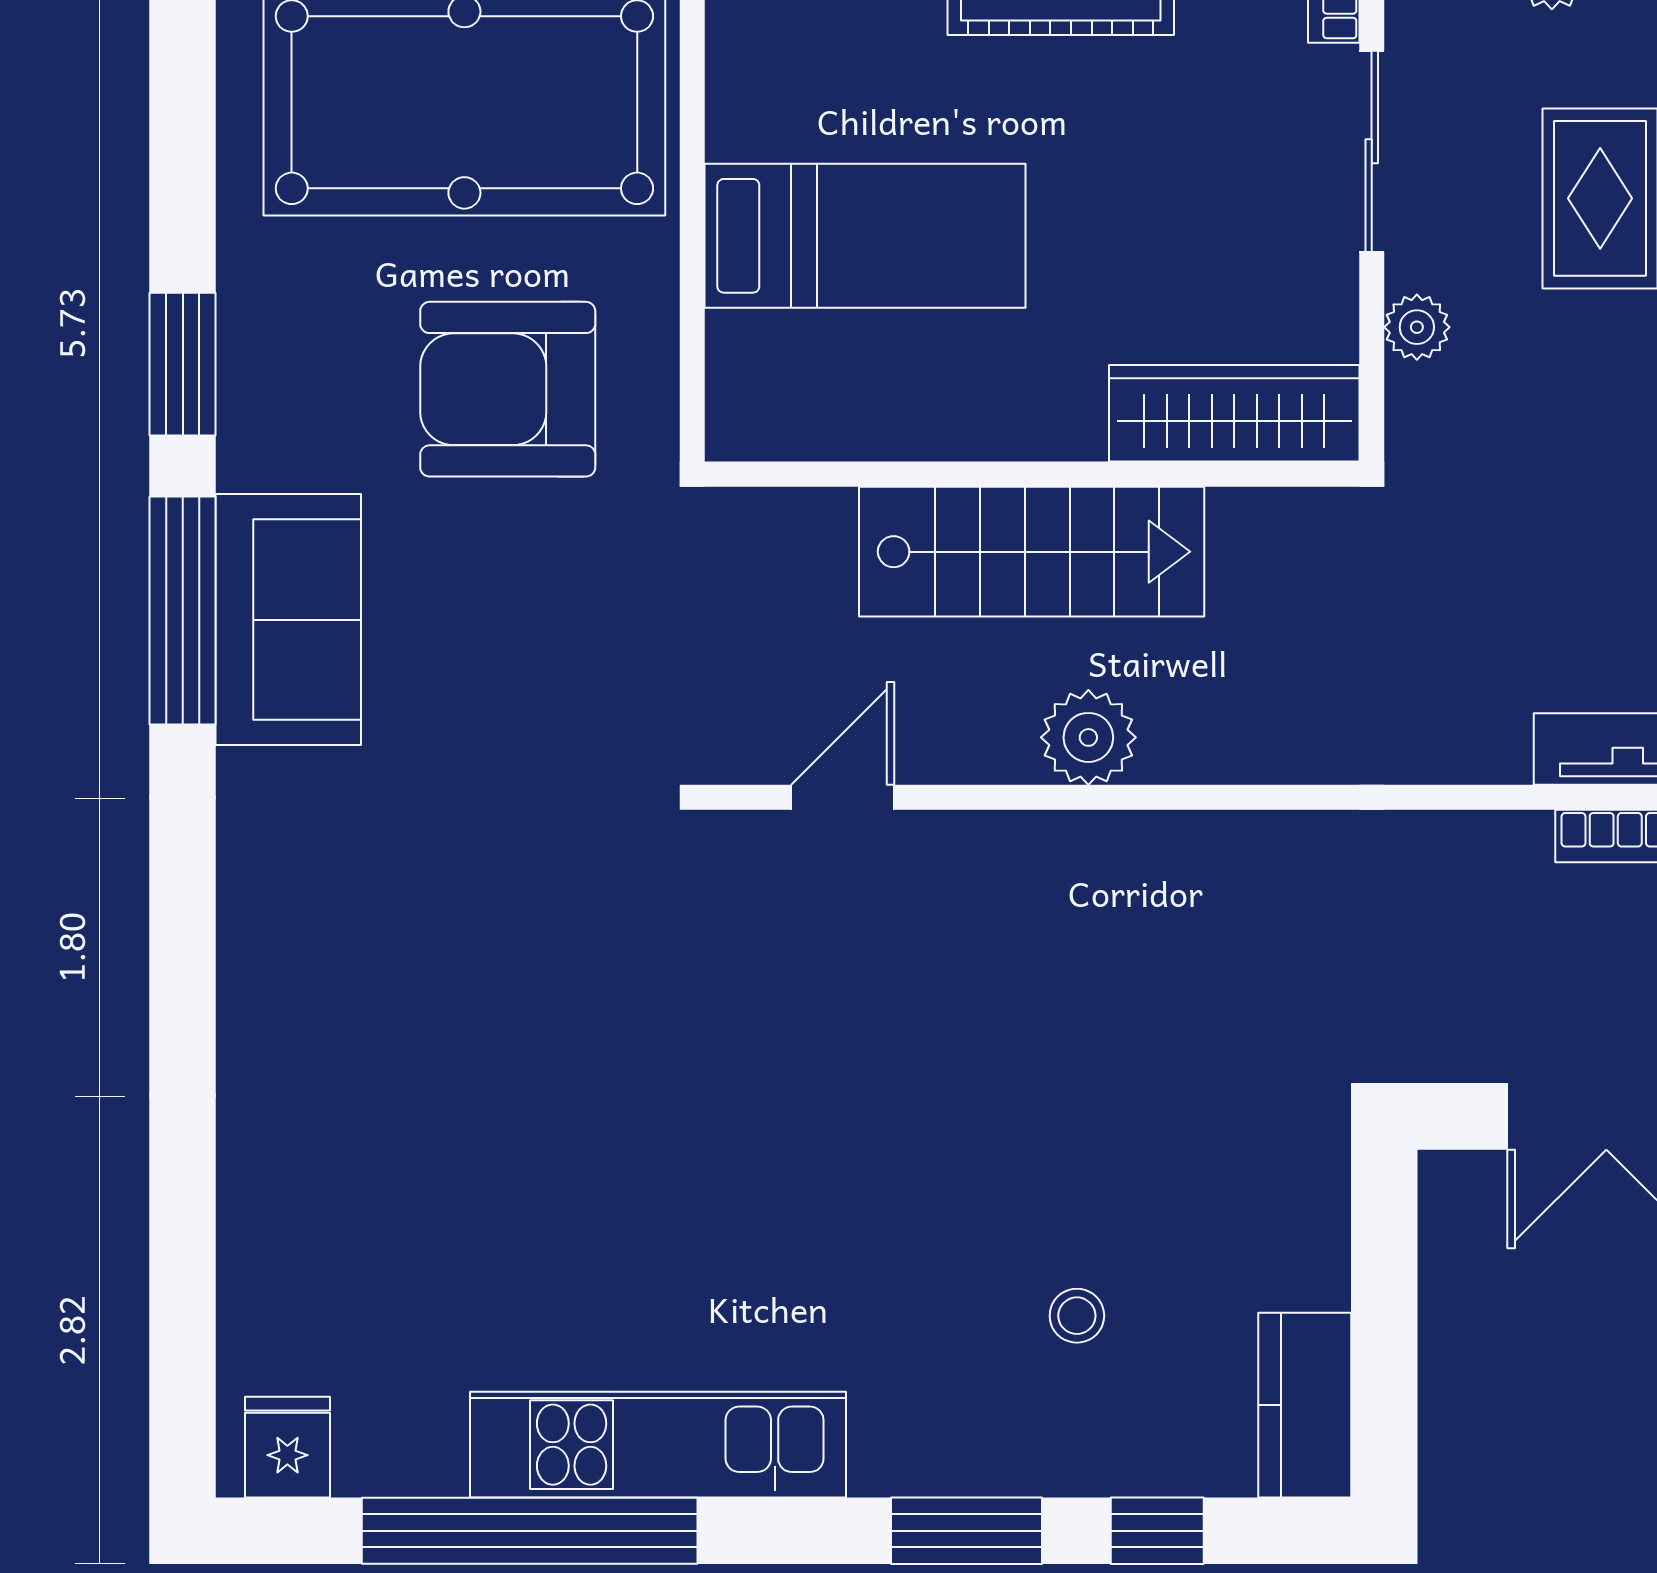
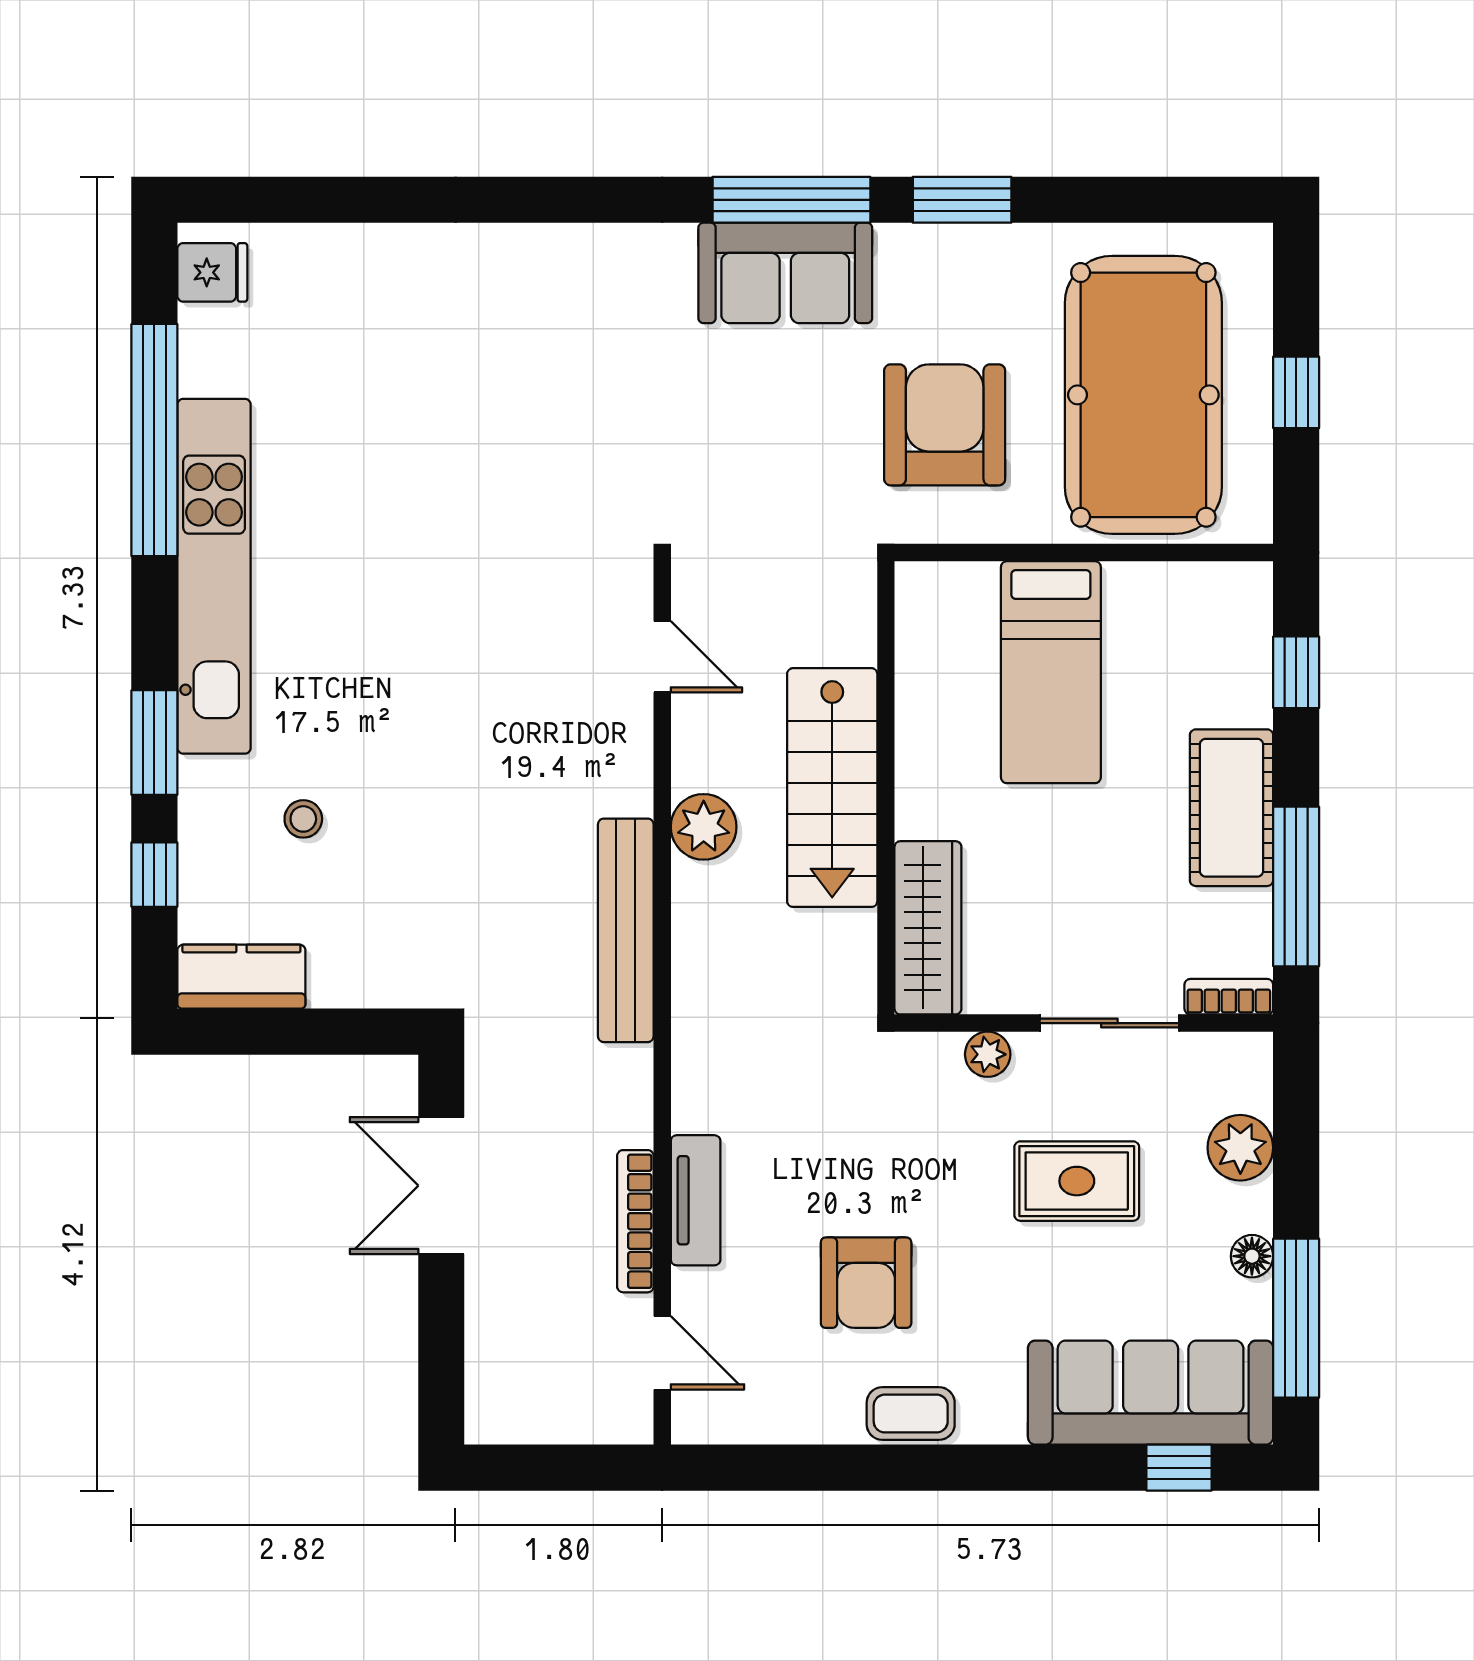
bench: (1238, 850) -> (626, 930), added
kitchen unit: (658, 1445) -> (214, 576), width x1.36

